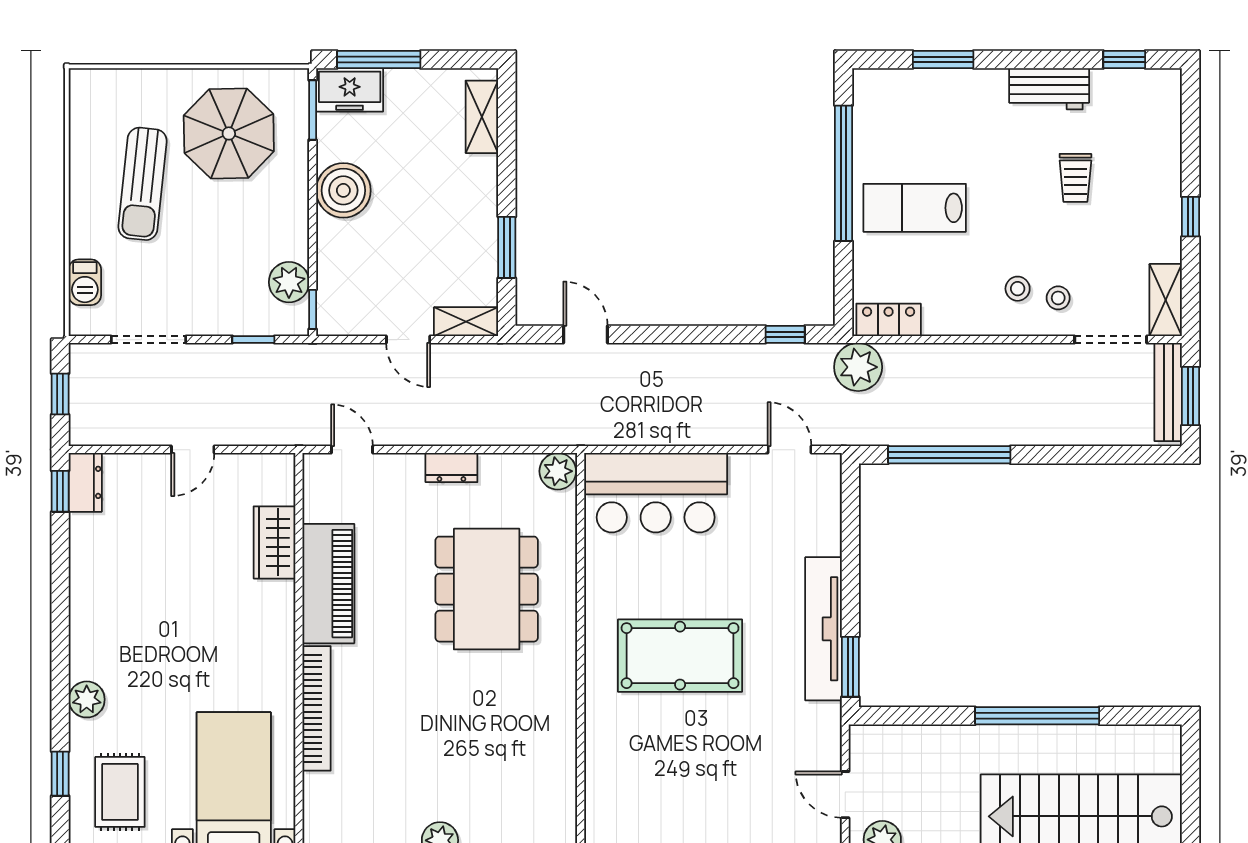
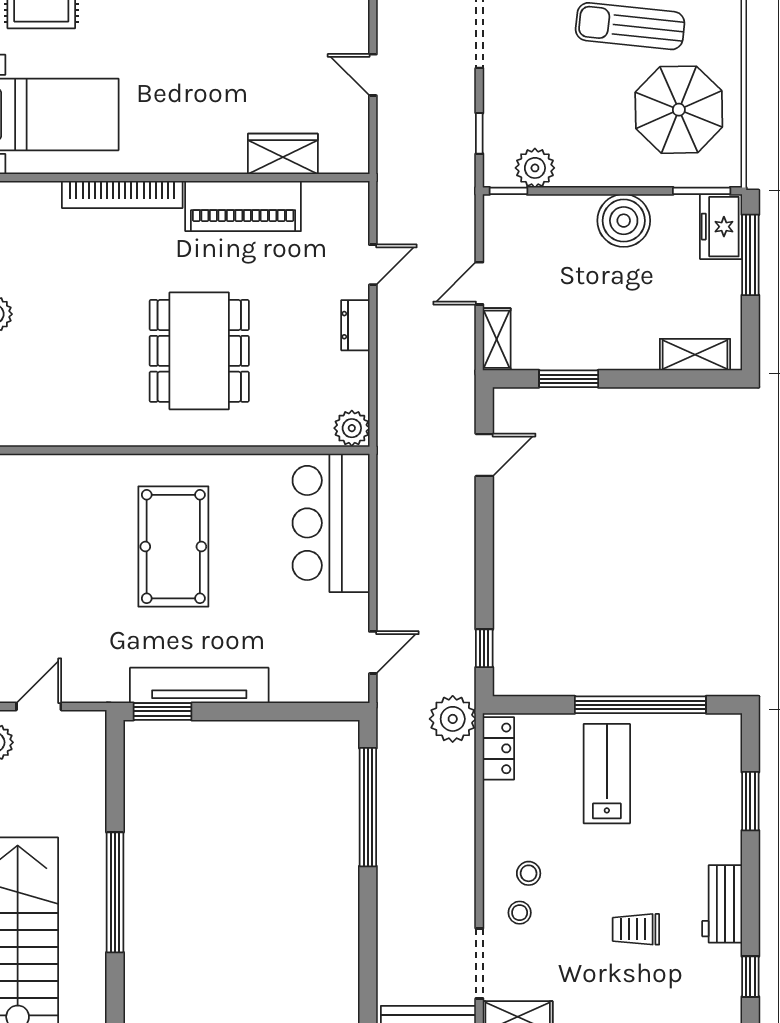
door: (352, 450) -> (373, 265), moved
dining table: (487, 589) -> (199, 351), moved, turned 90

